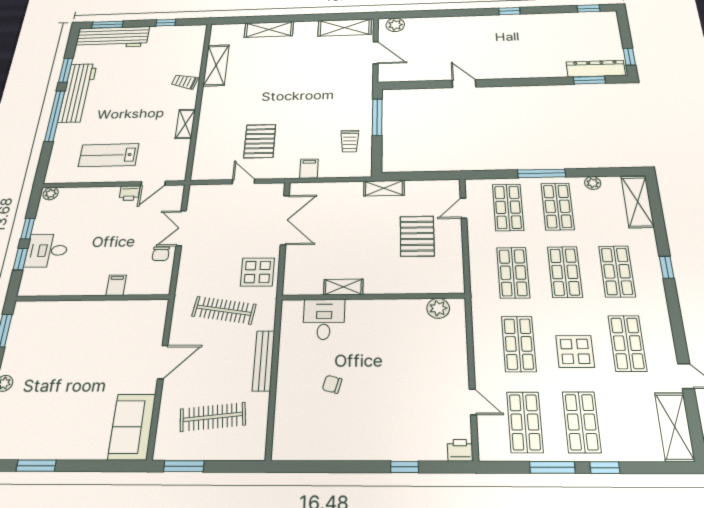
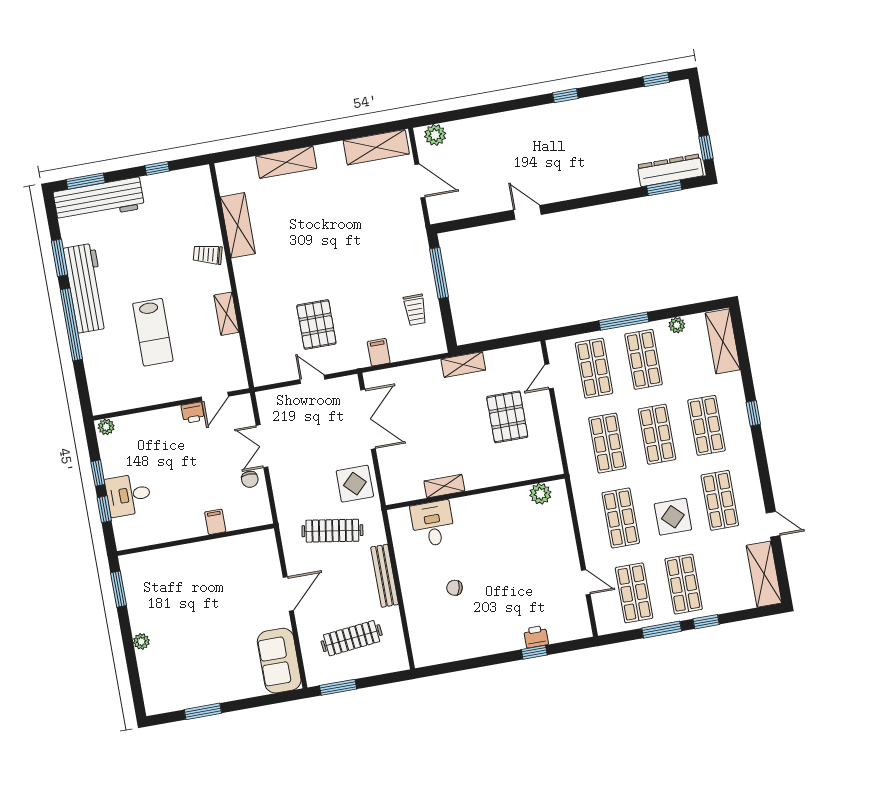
lab bench: (109, 155) -> (153, 332), moved, turned -90
printer: (460, 450) -> (536, 637), moved

